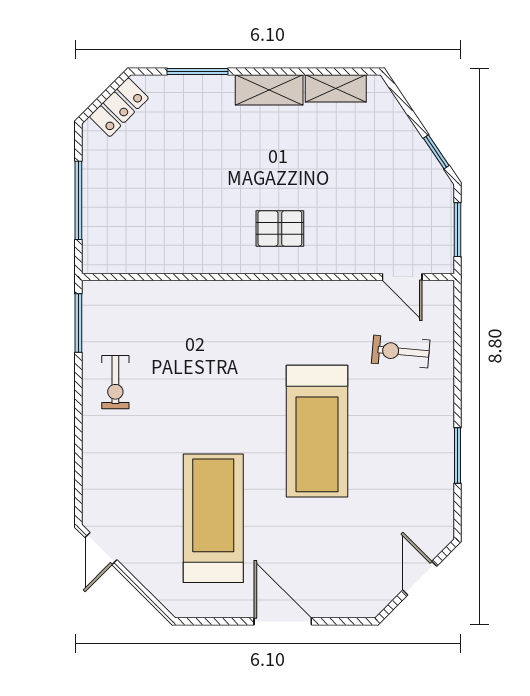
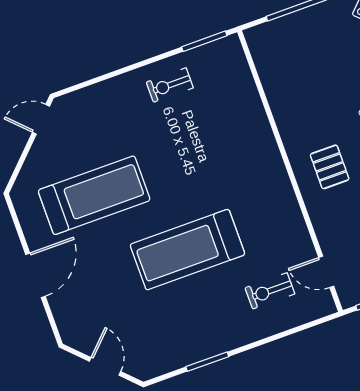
door: (402, 277) -> (326, 272), hinge flipped
exercise bike: (401, 352) -> (270, 291), turned -95
door: (420, 578) -> (105, 366), hinge flipped

